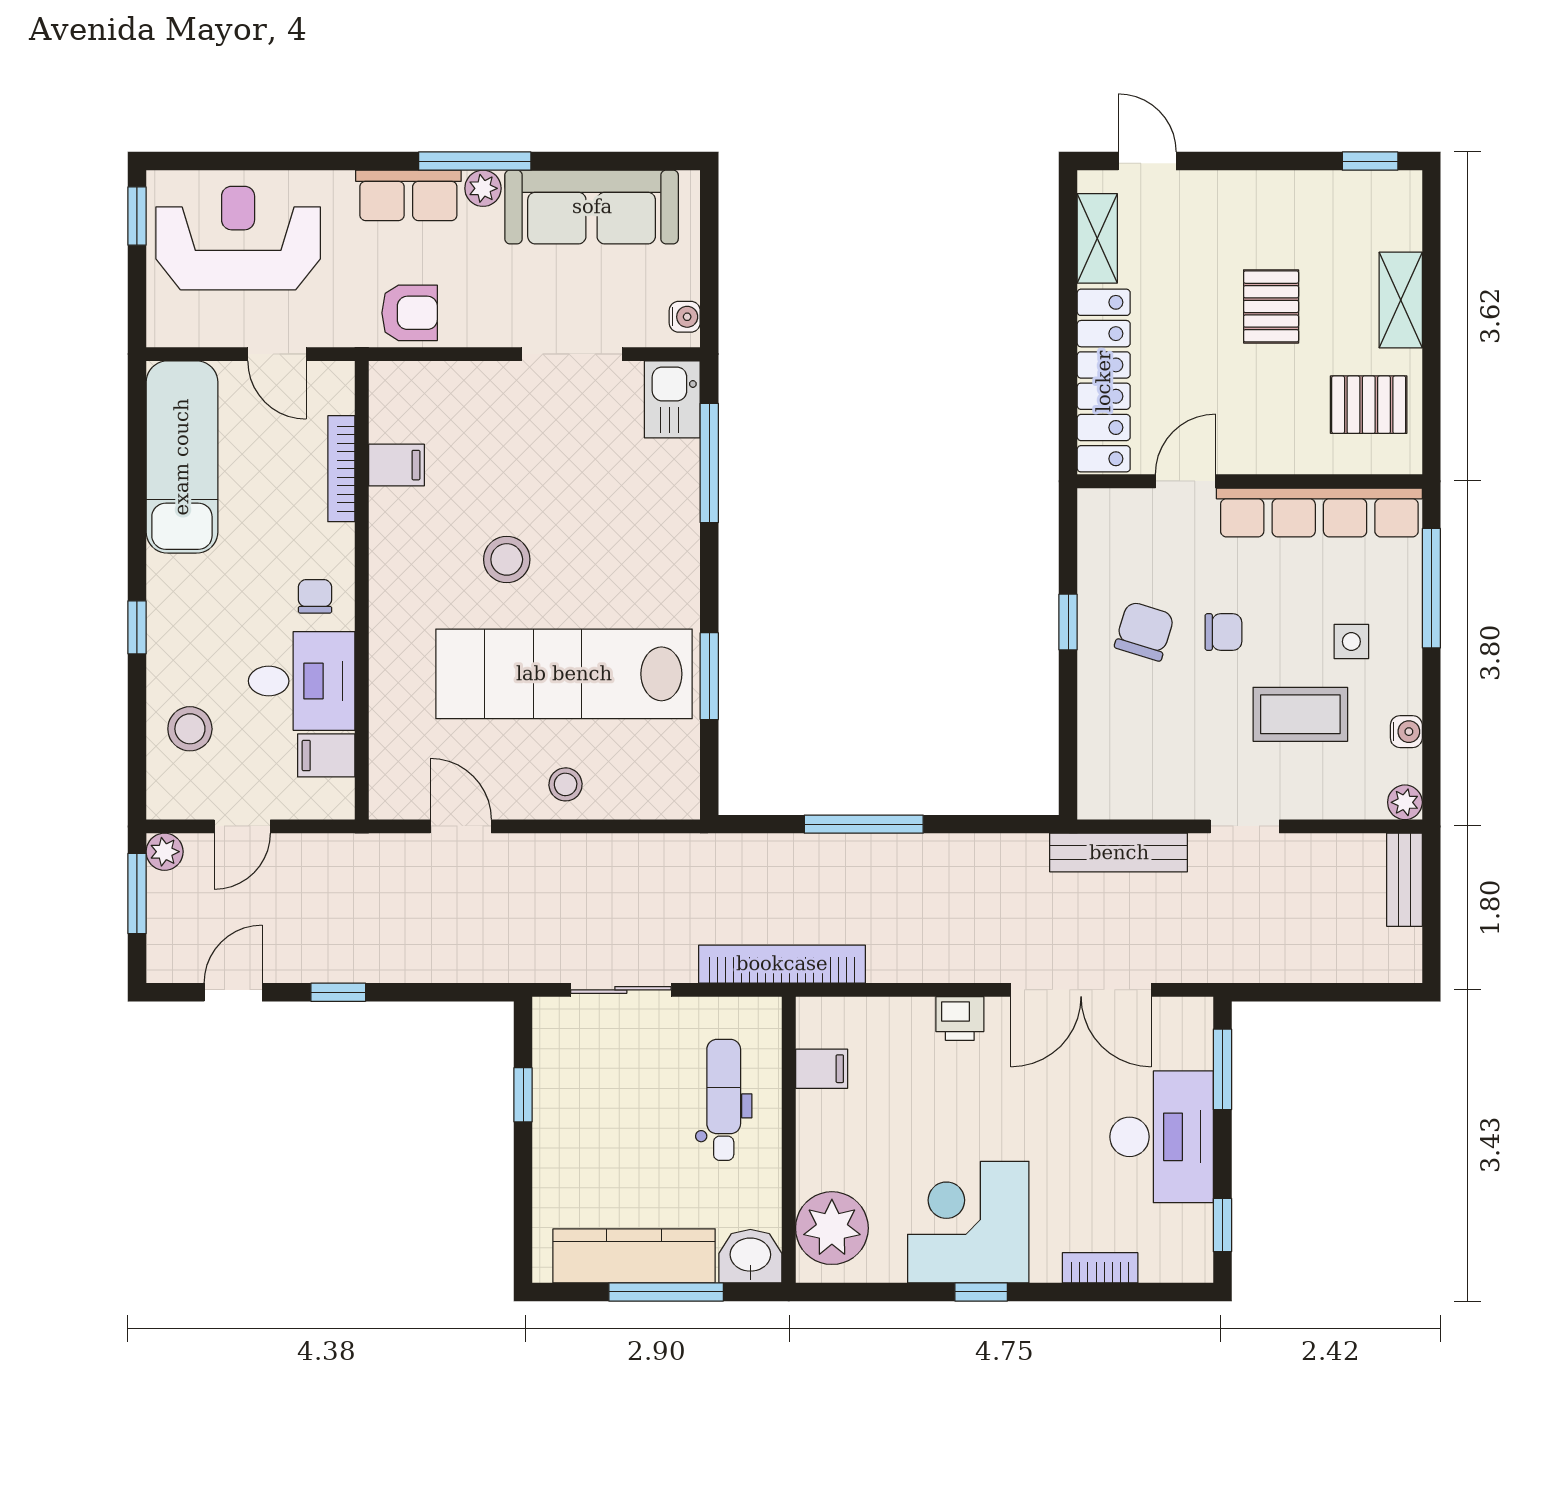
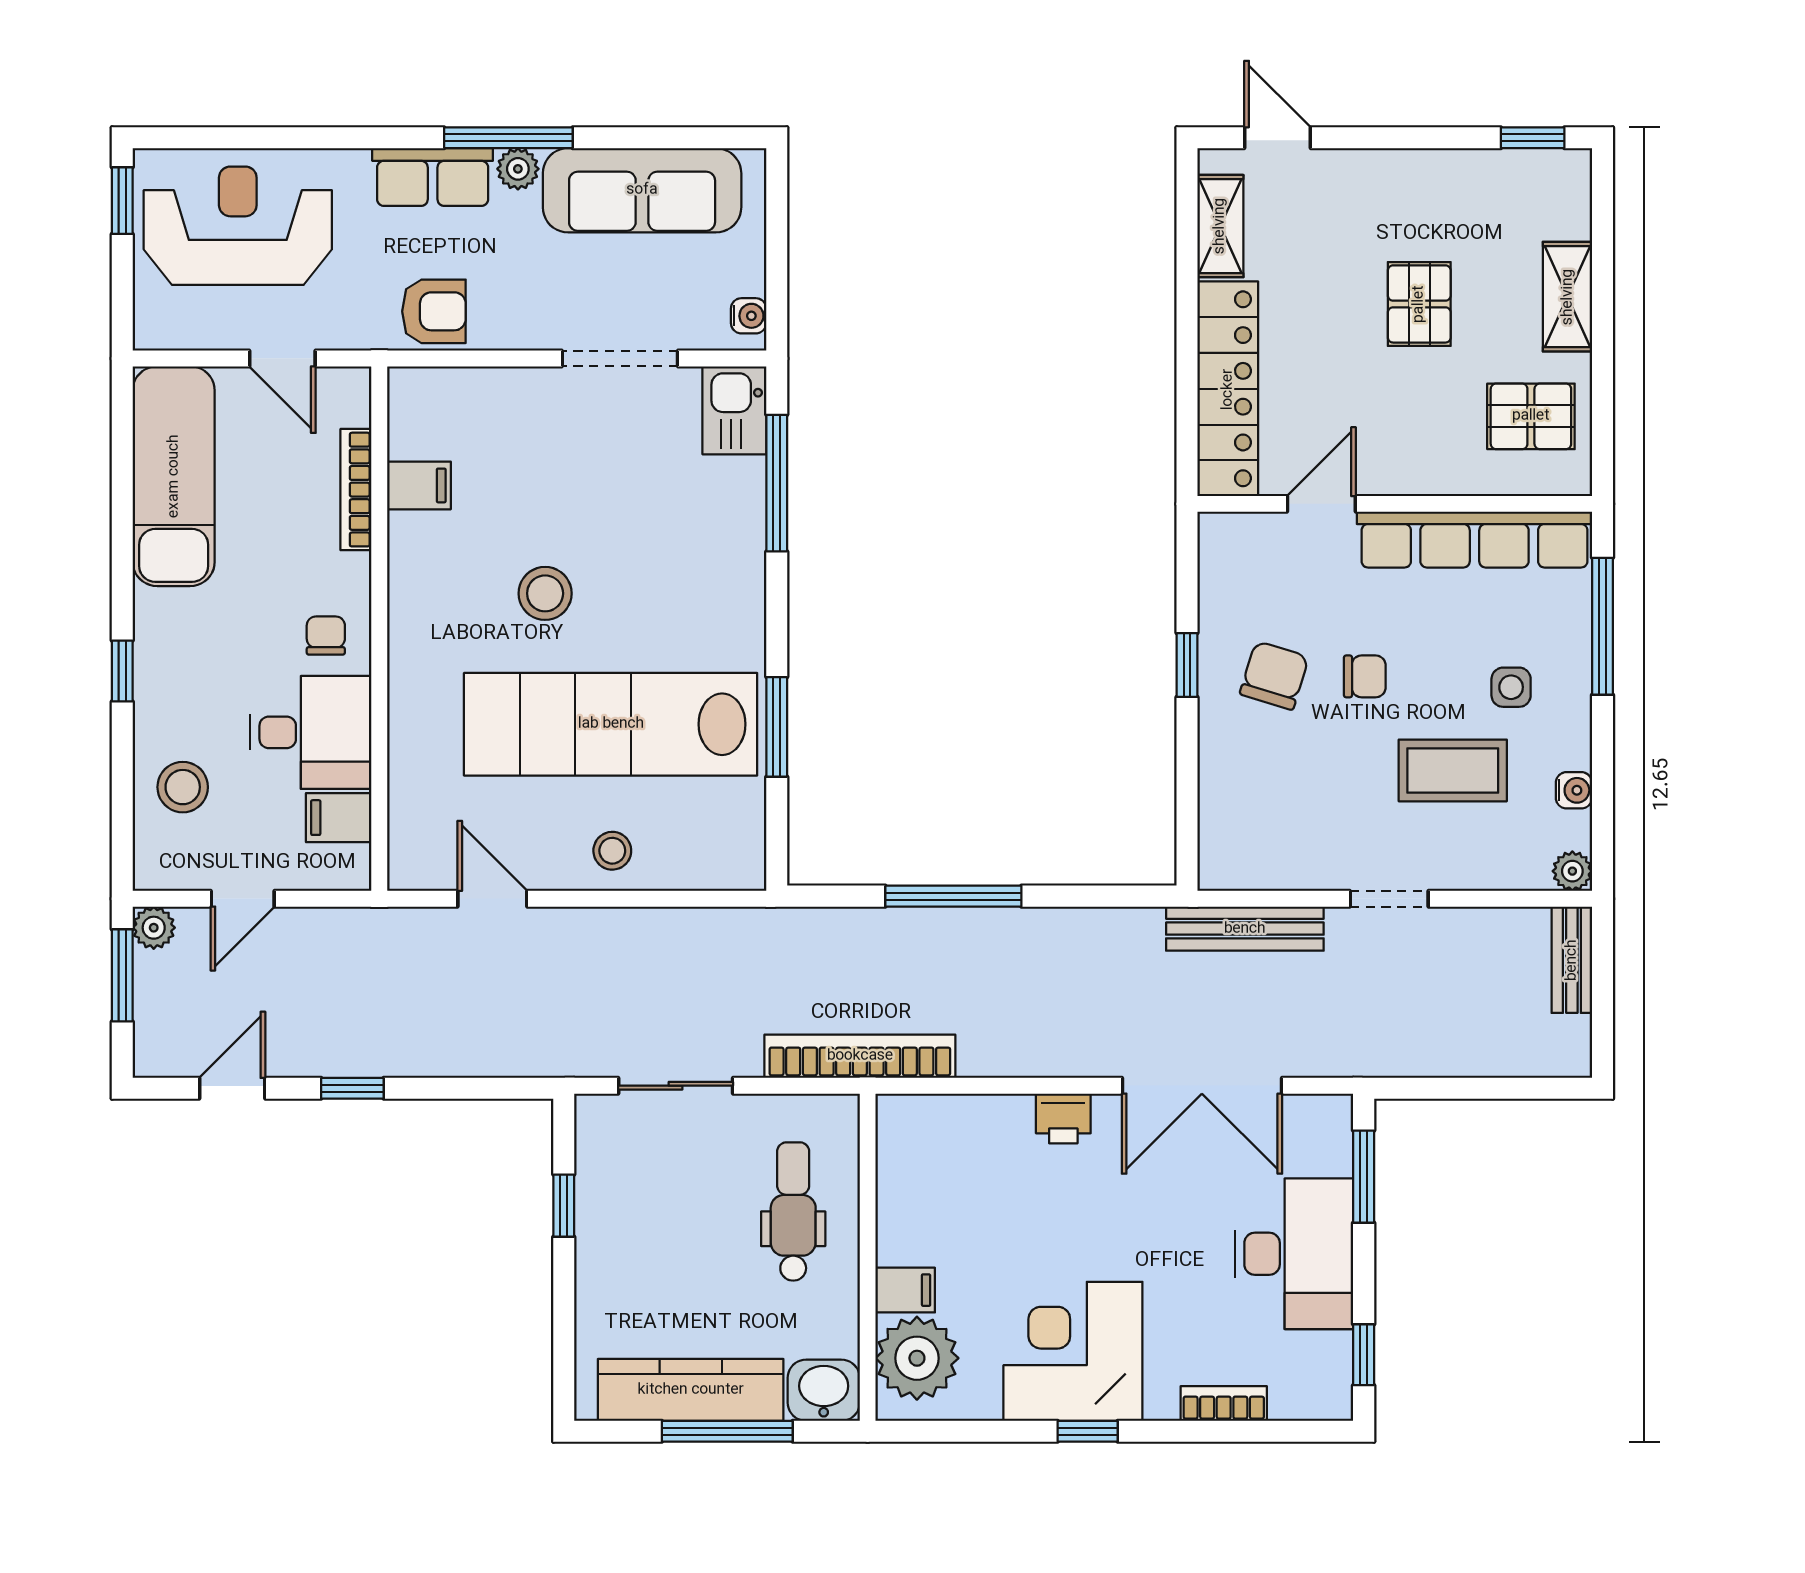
filing cabinet: (822, 1069) -> (905, 1290), moved

